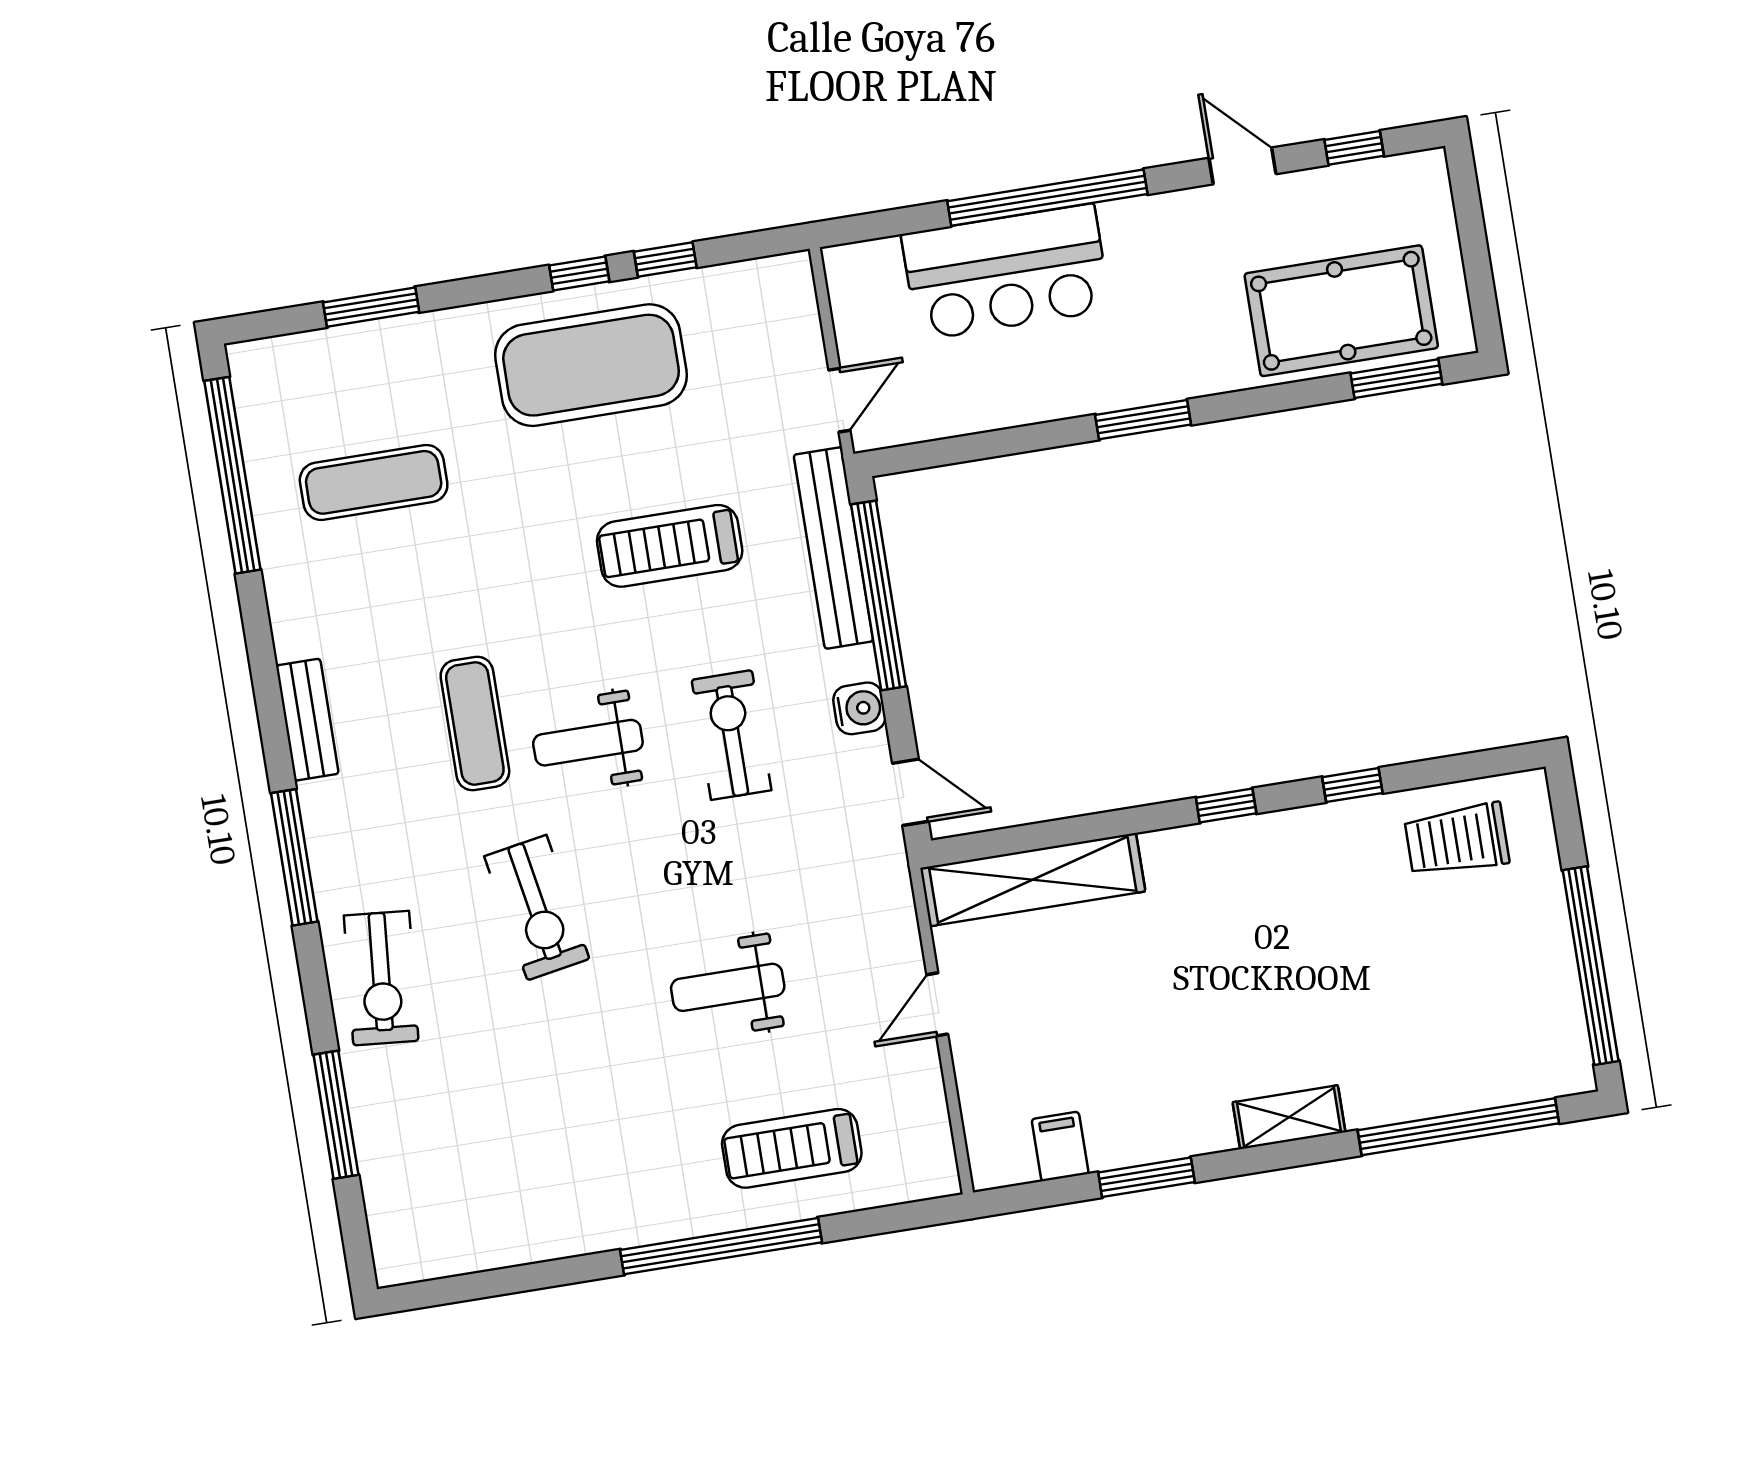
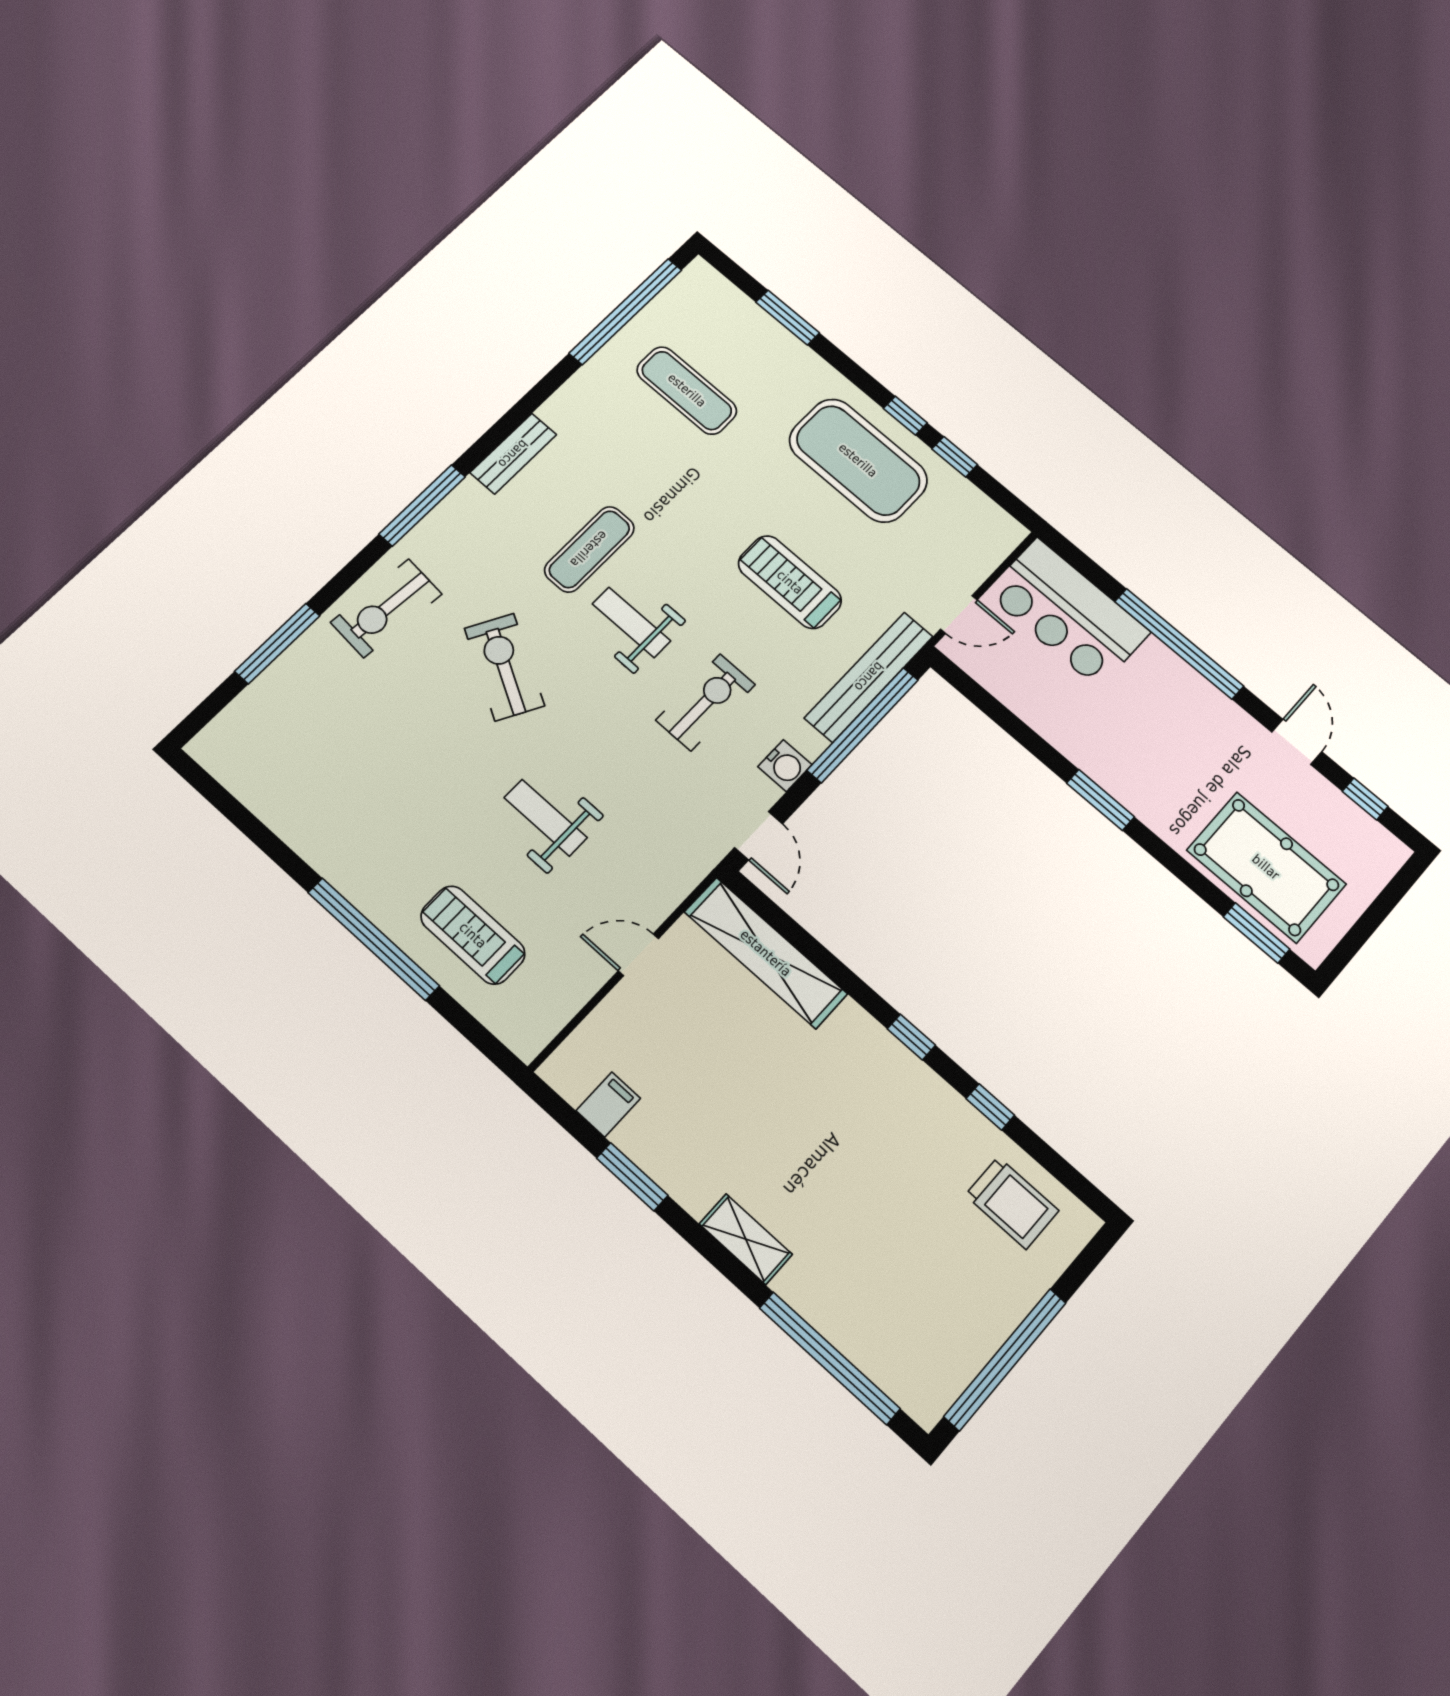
bar counter: (1006, 272) -> (1068, 613), moved
trolley: (1457, 840) -> (1012, 1203), turned 180
exercise bike: (537, 908) -> (504, 667), turned 129

